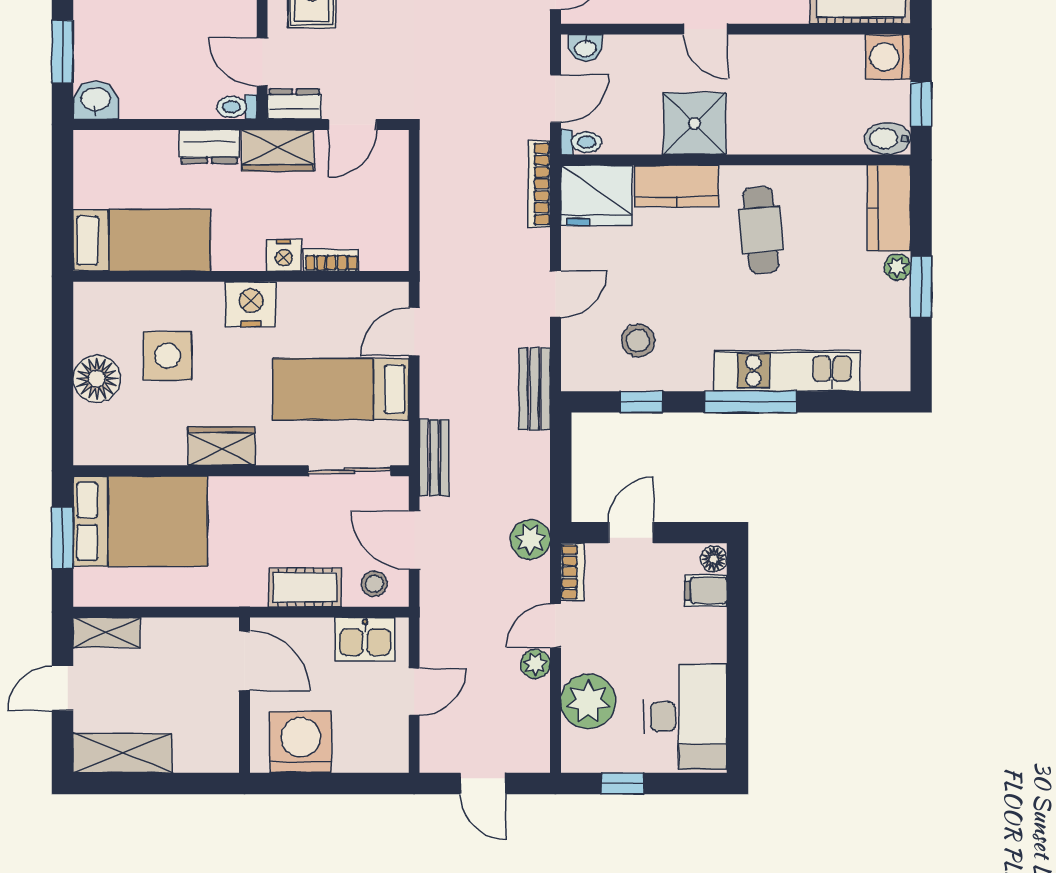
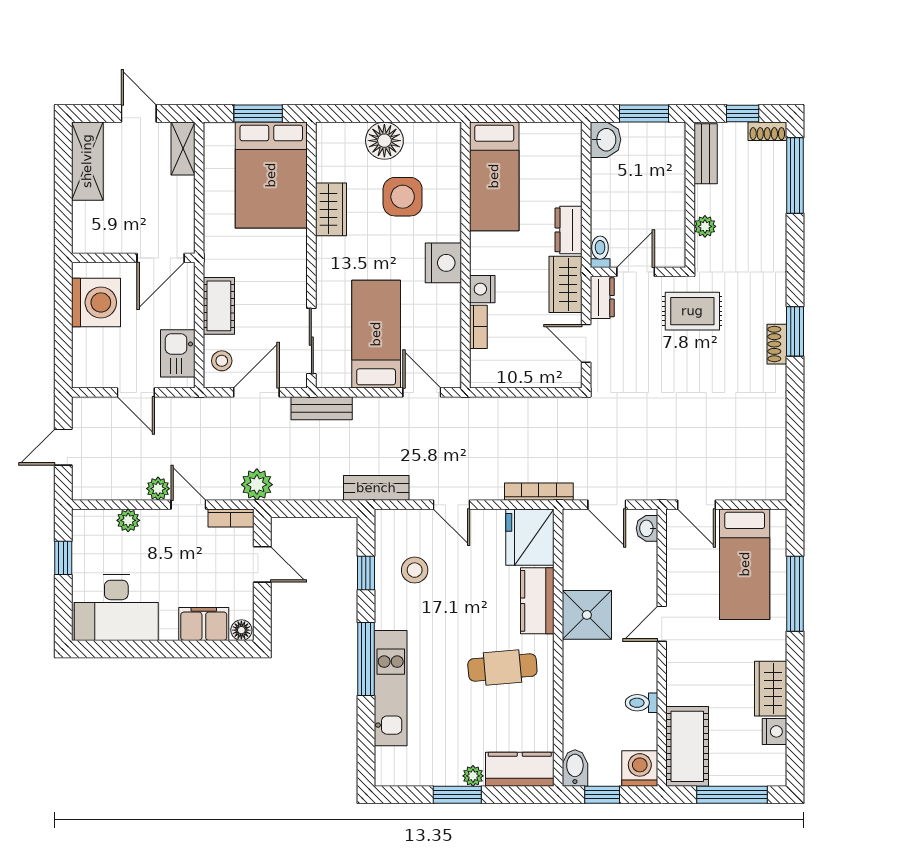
toilet: (581, 142) -> (641, 703), moved, turned 90
wardrobe: (222, 446) -> (331, 209), moved
filing cabinet: (706, 591) -> (204, 624), width x2.00
plant: (588, 702) -> (128, 520), width x0.53, depth x0.53

